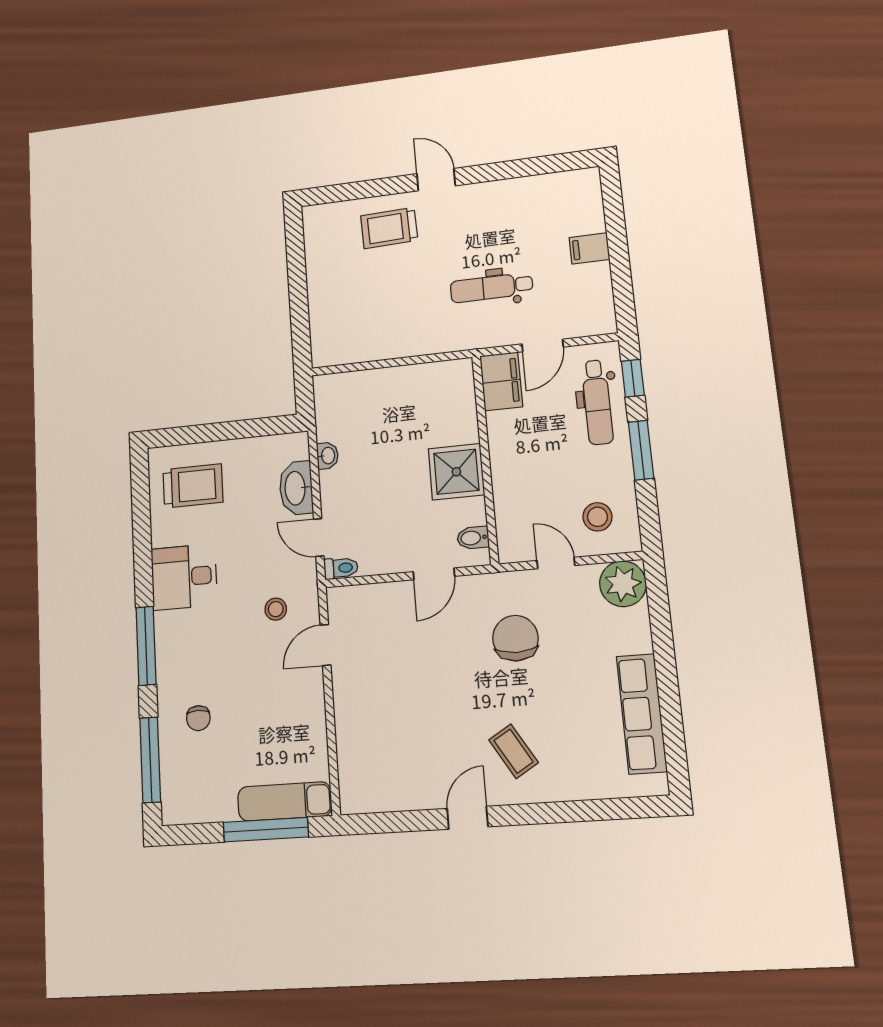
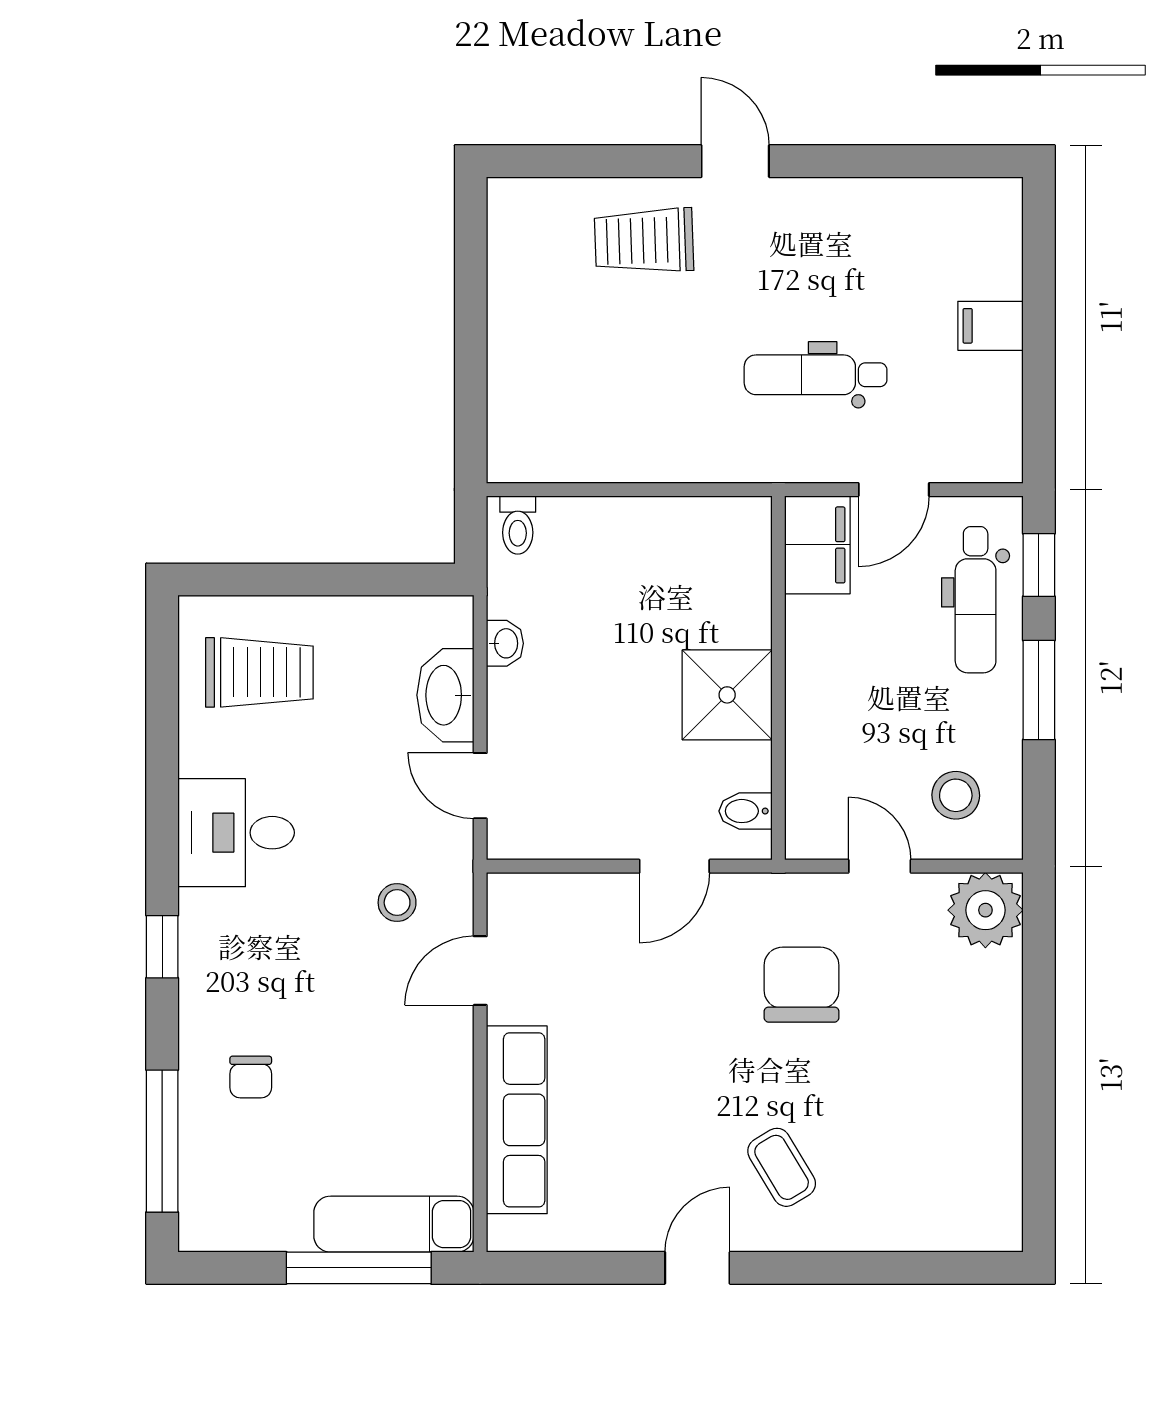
toilet: (341, 568) -> (518, 525), moved, turned 90
window: (146, 646) -> (162, 947), width x0.46
row of seats: (642, 714) -> (517, 1120), moved, turned 180

